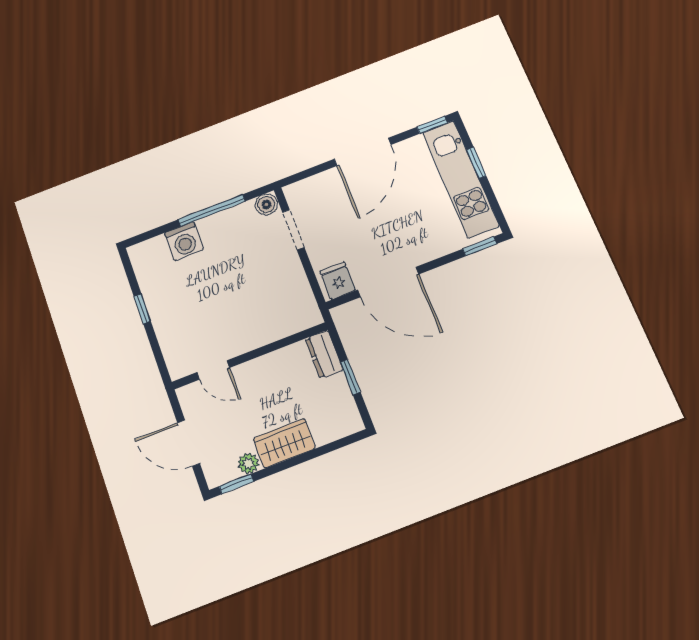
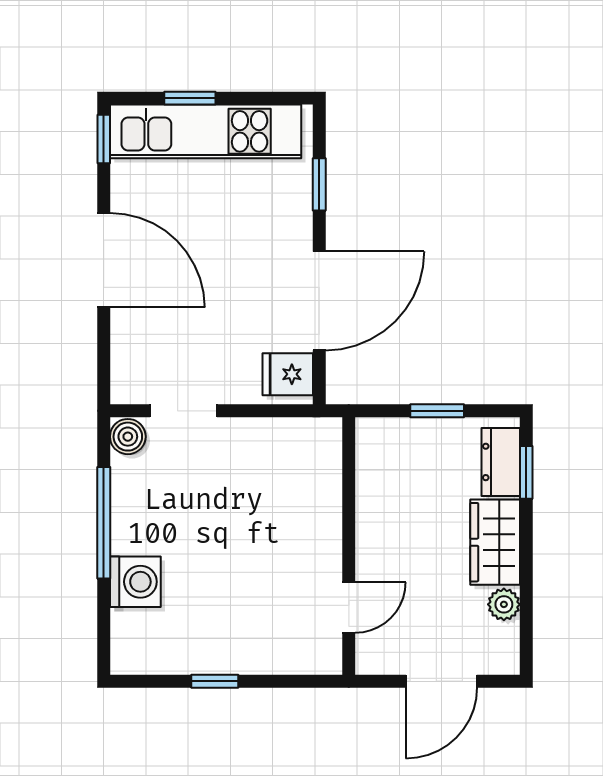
window: (480, 246) -> (319, 184), moved
dresser: (324, 354) -> (501, 462), moved, turned 90
window: (236, 484) -> (526, 472), moved

